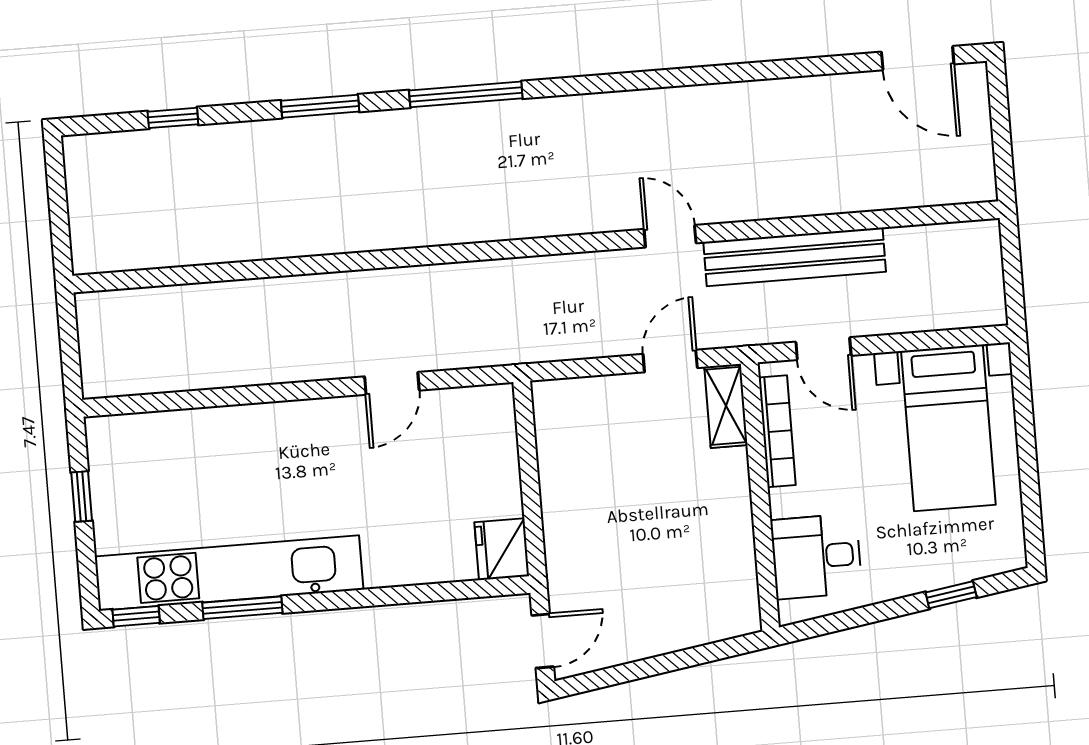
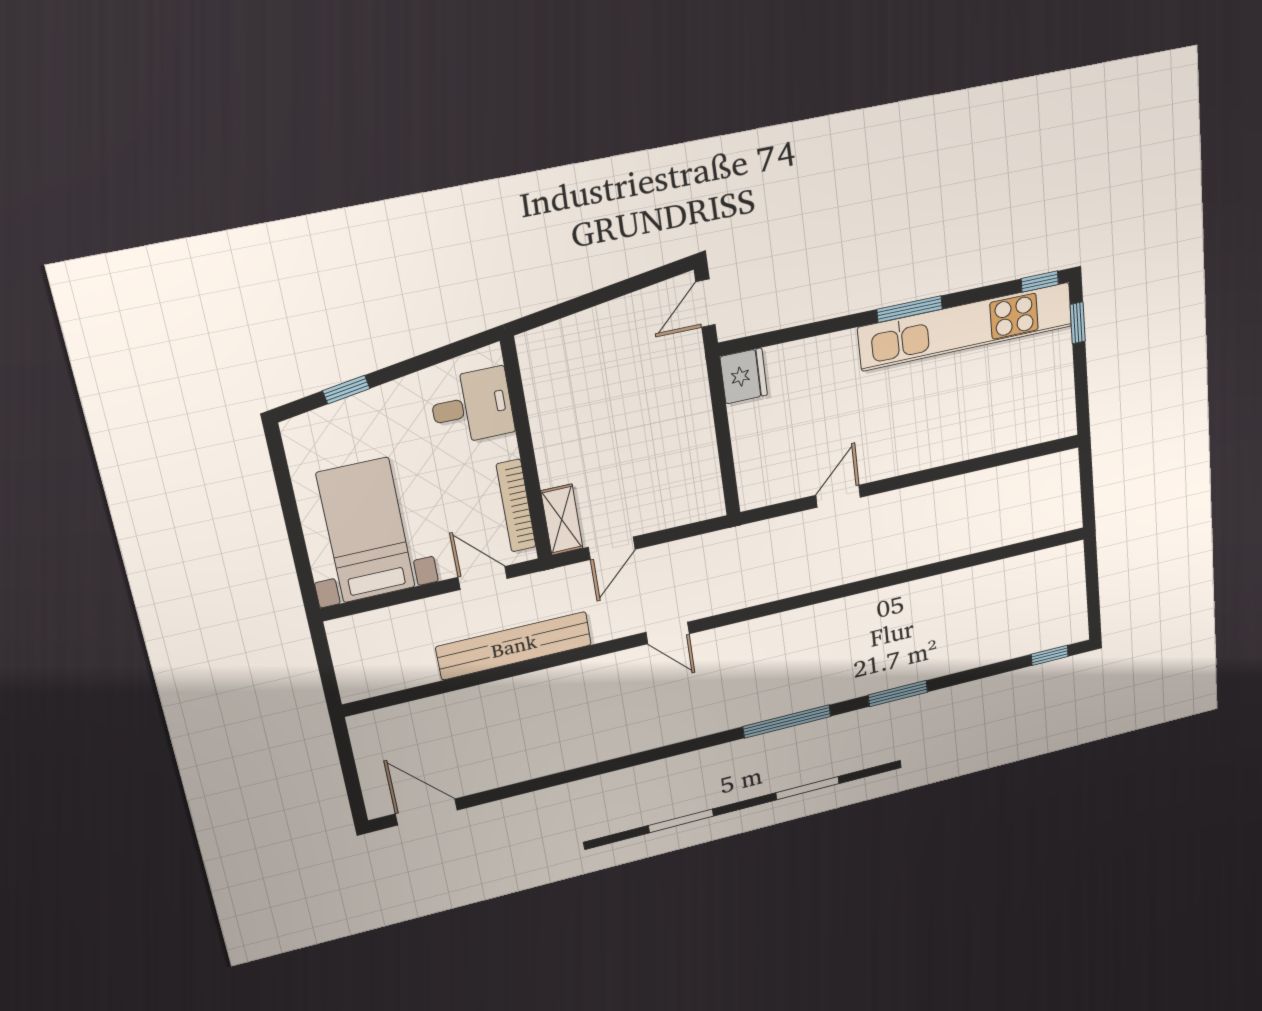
window: (173, 118) -> (1050, 655), moved
door: (670, 236) -> (668, 633), moved
window: (82, 496) -> (1078, 323), moved
window: (242, 608) -> (910, 309), moved

